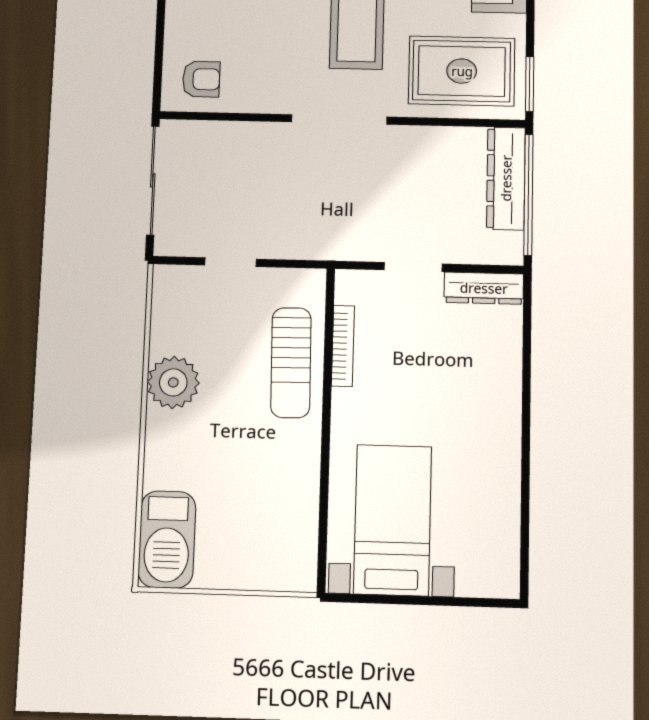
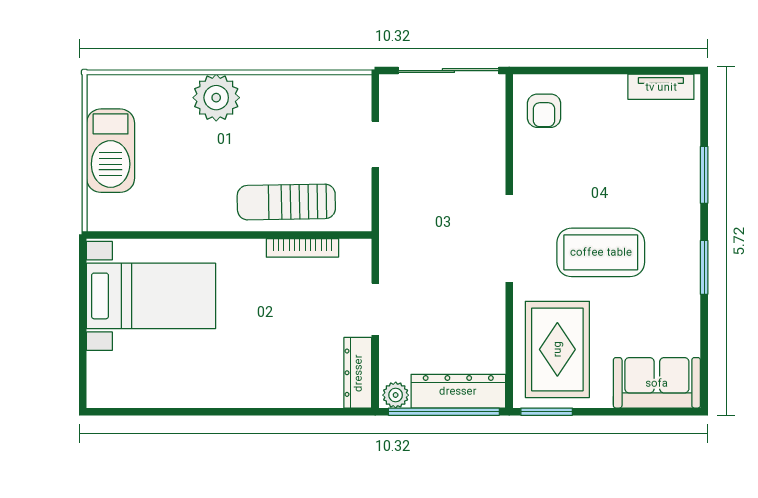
plant: (509, 247) -> (396, 395), added
plant: (173, 382) -> (216, 98), moved
barbecue: (167, 539) -> (111, 151), moved, turned -90

